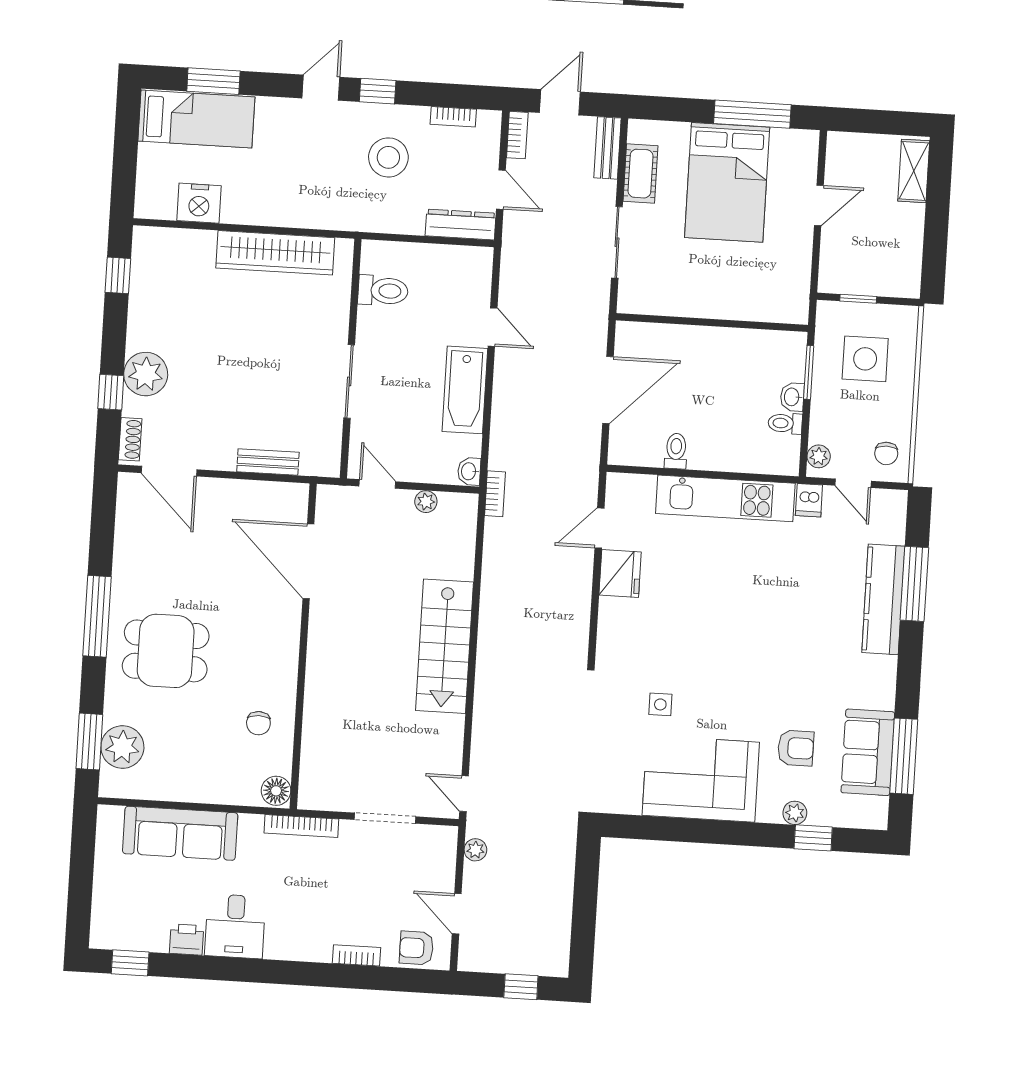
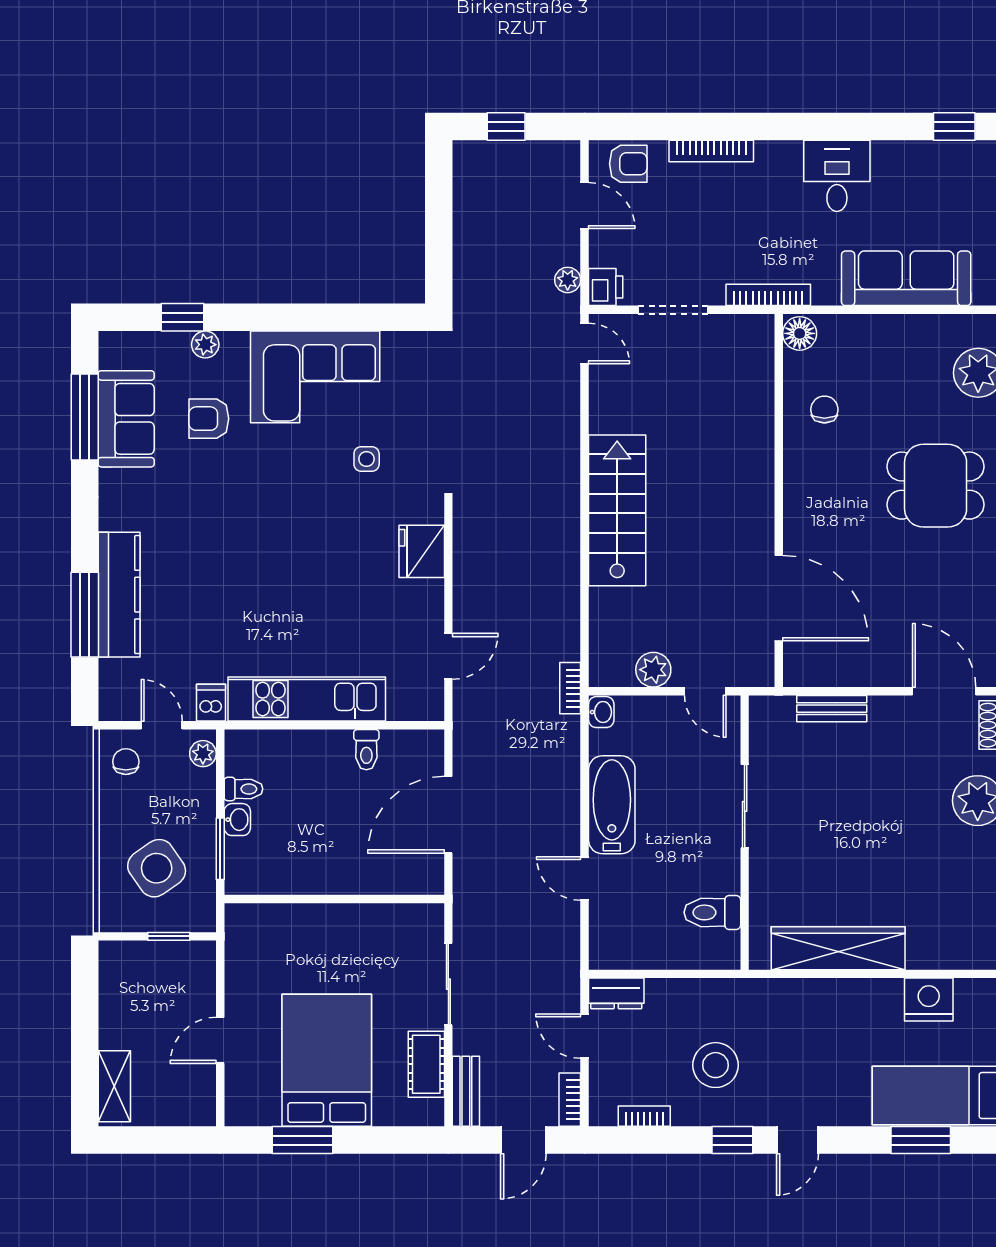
window: (752, 114) -> (303, 1140), width x0.69
dresser: (461, 225) -> (616, 993), width x0.70
side table: (865, 359) -> (157, 868), turned -35
plant: (426, 502) -> (653, 670), width x1.38, depth x1.38
fridge: (620, 573) -> (422, 551), moved
printer: (187, 940) -> (606, 287), moved, turned -90
bookcase: (357, 955) -> (711, 151), width x1.56

